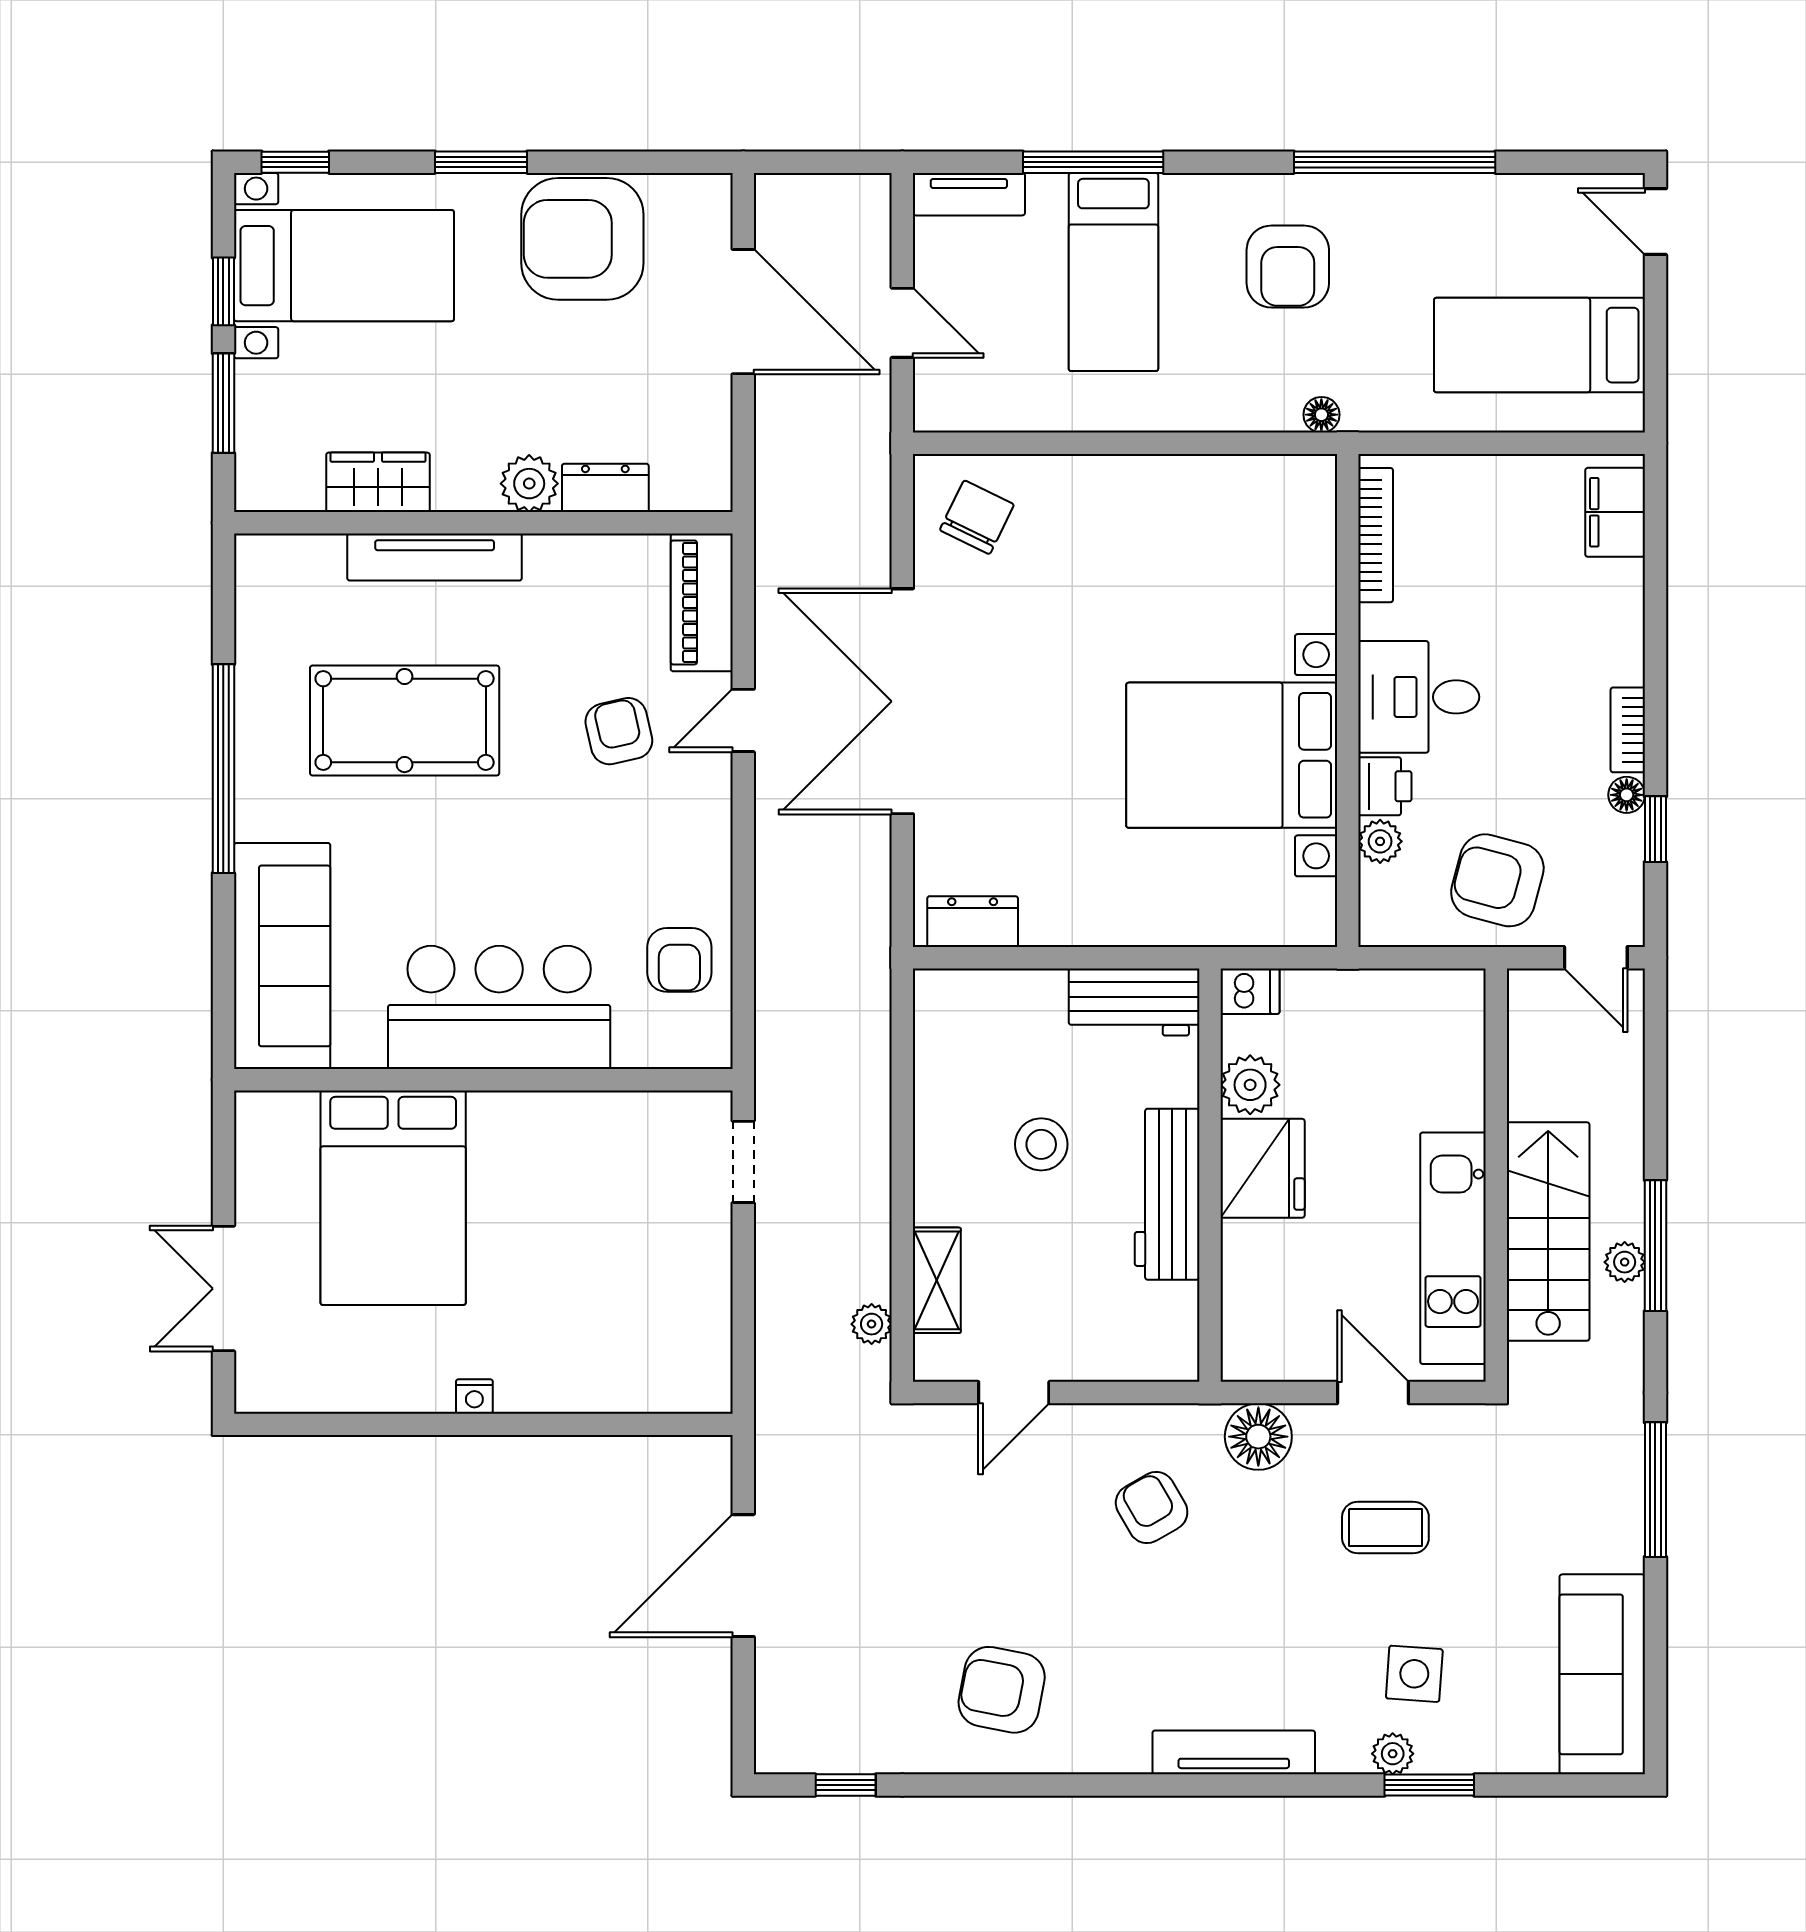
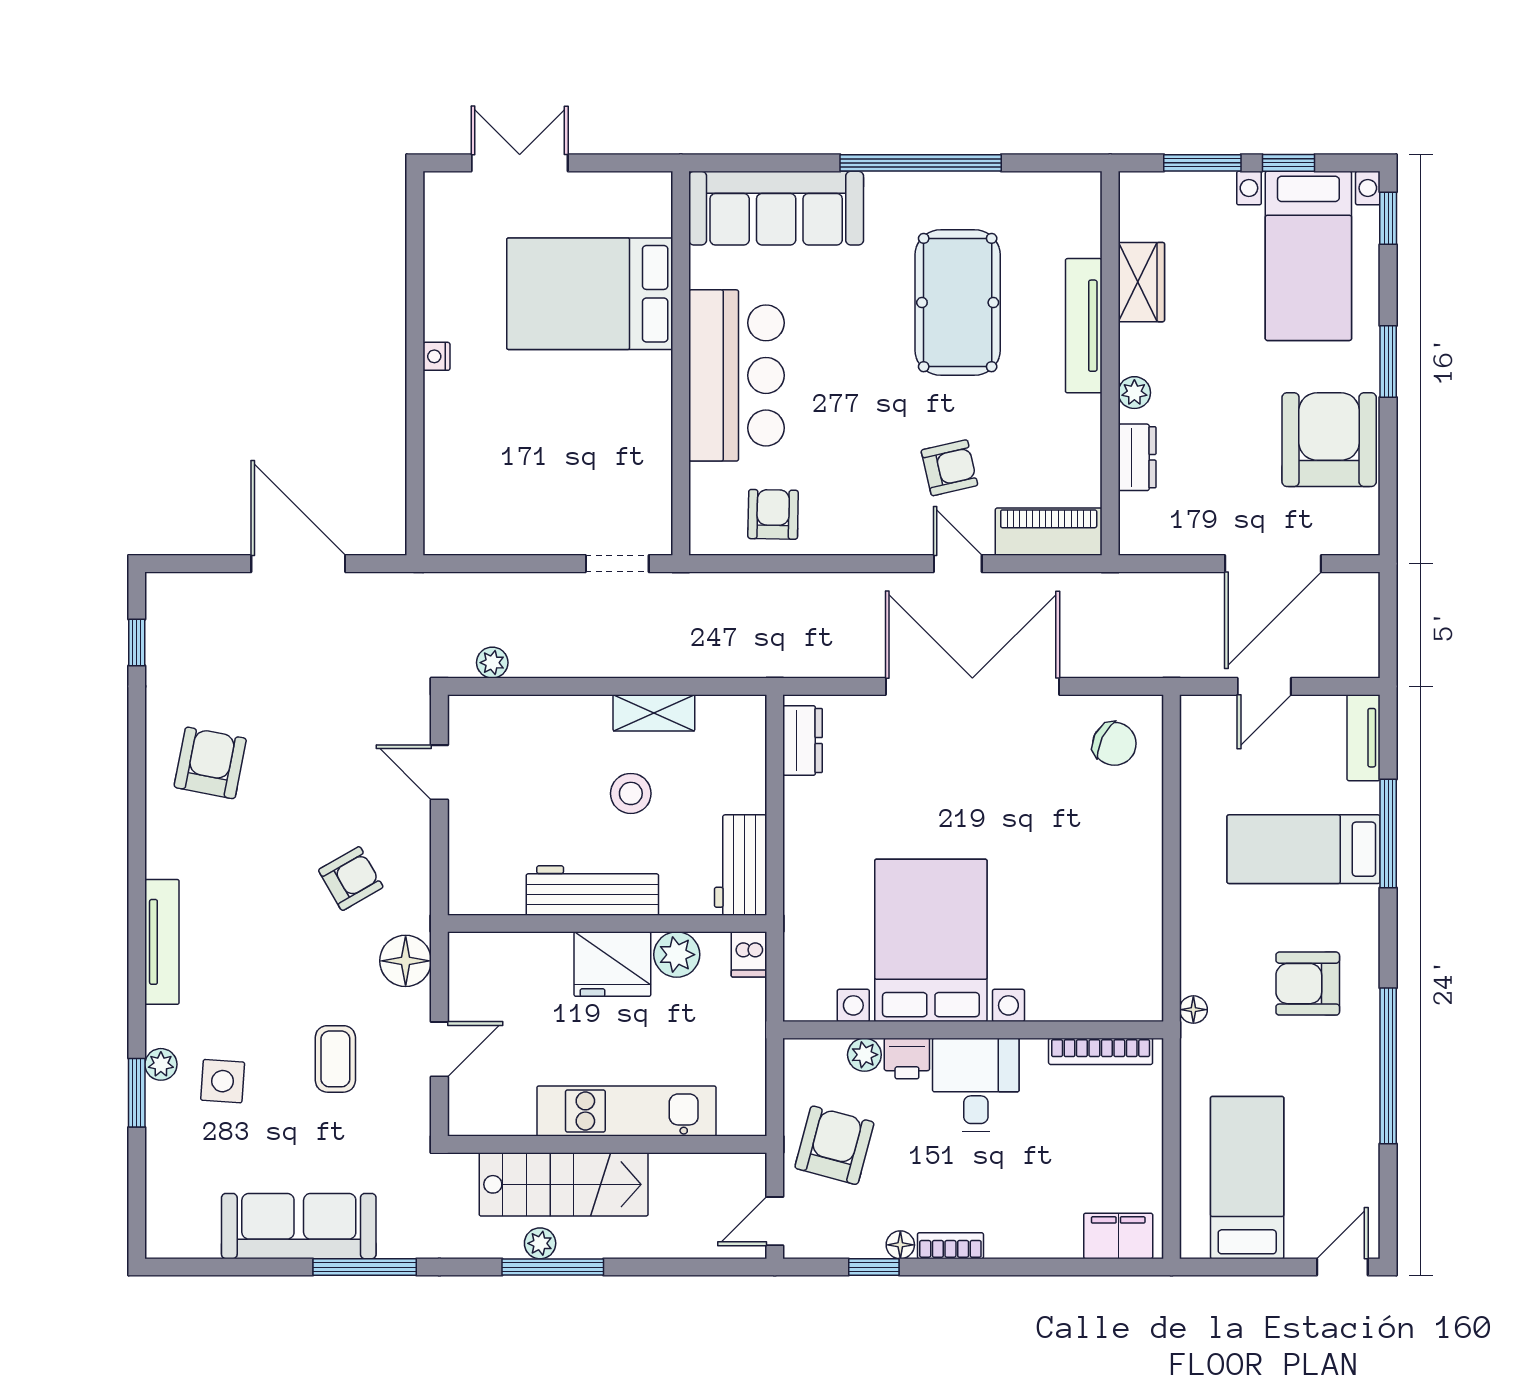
plant: (529, 484) -> (1134, 393), width x0.73, depth x0.73
armchair: (679, 960) -> (773, 514), turned 91
kitchen unit: (1453, 1248) -> (626, 1111), moved
shelving: (937, 1280) -> (654, 713), moved
sofa: (1602, 1674) -> (299, 1226), moved

